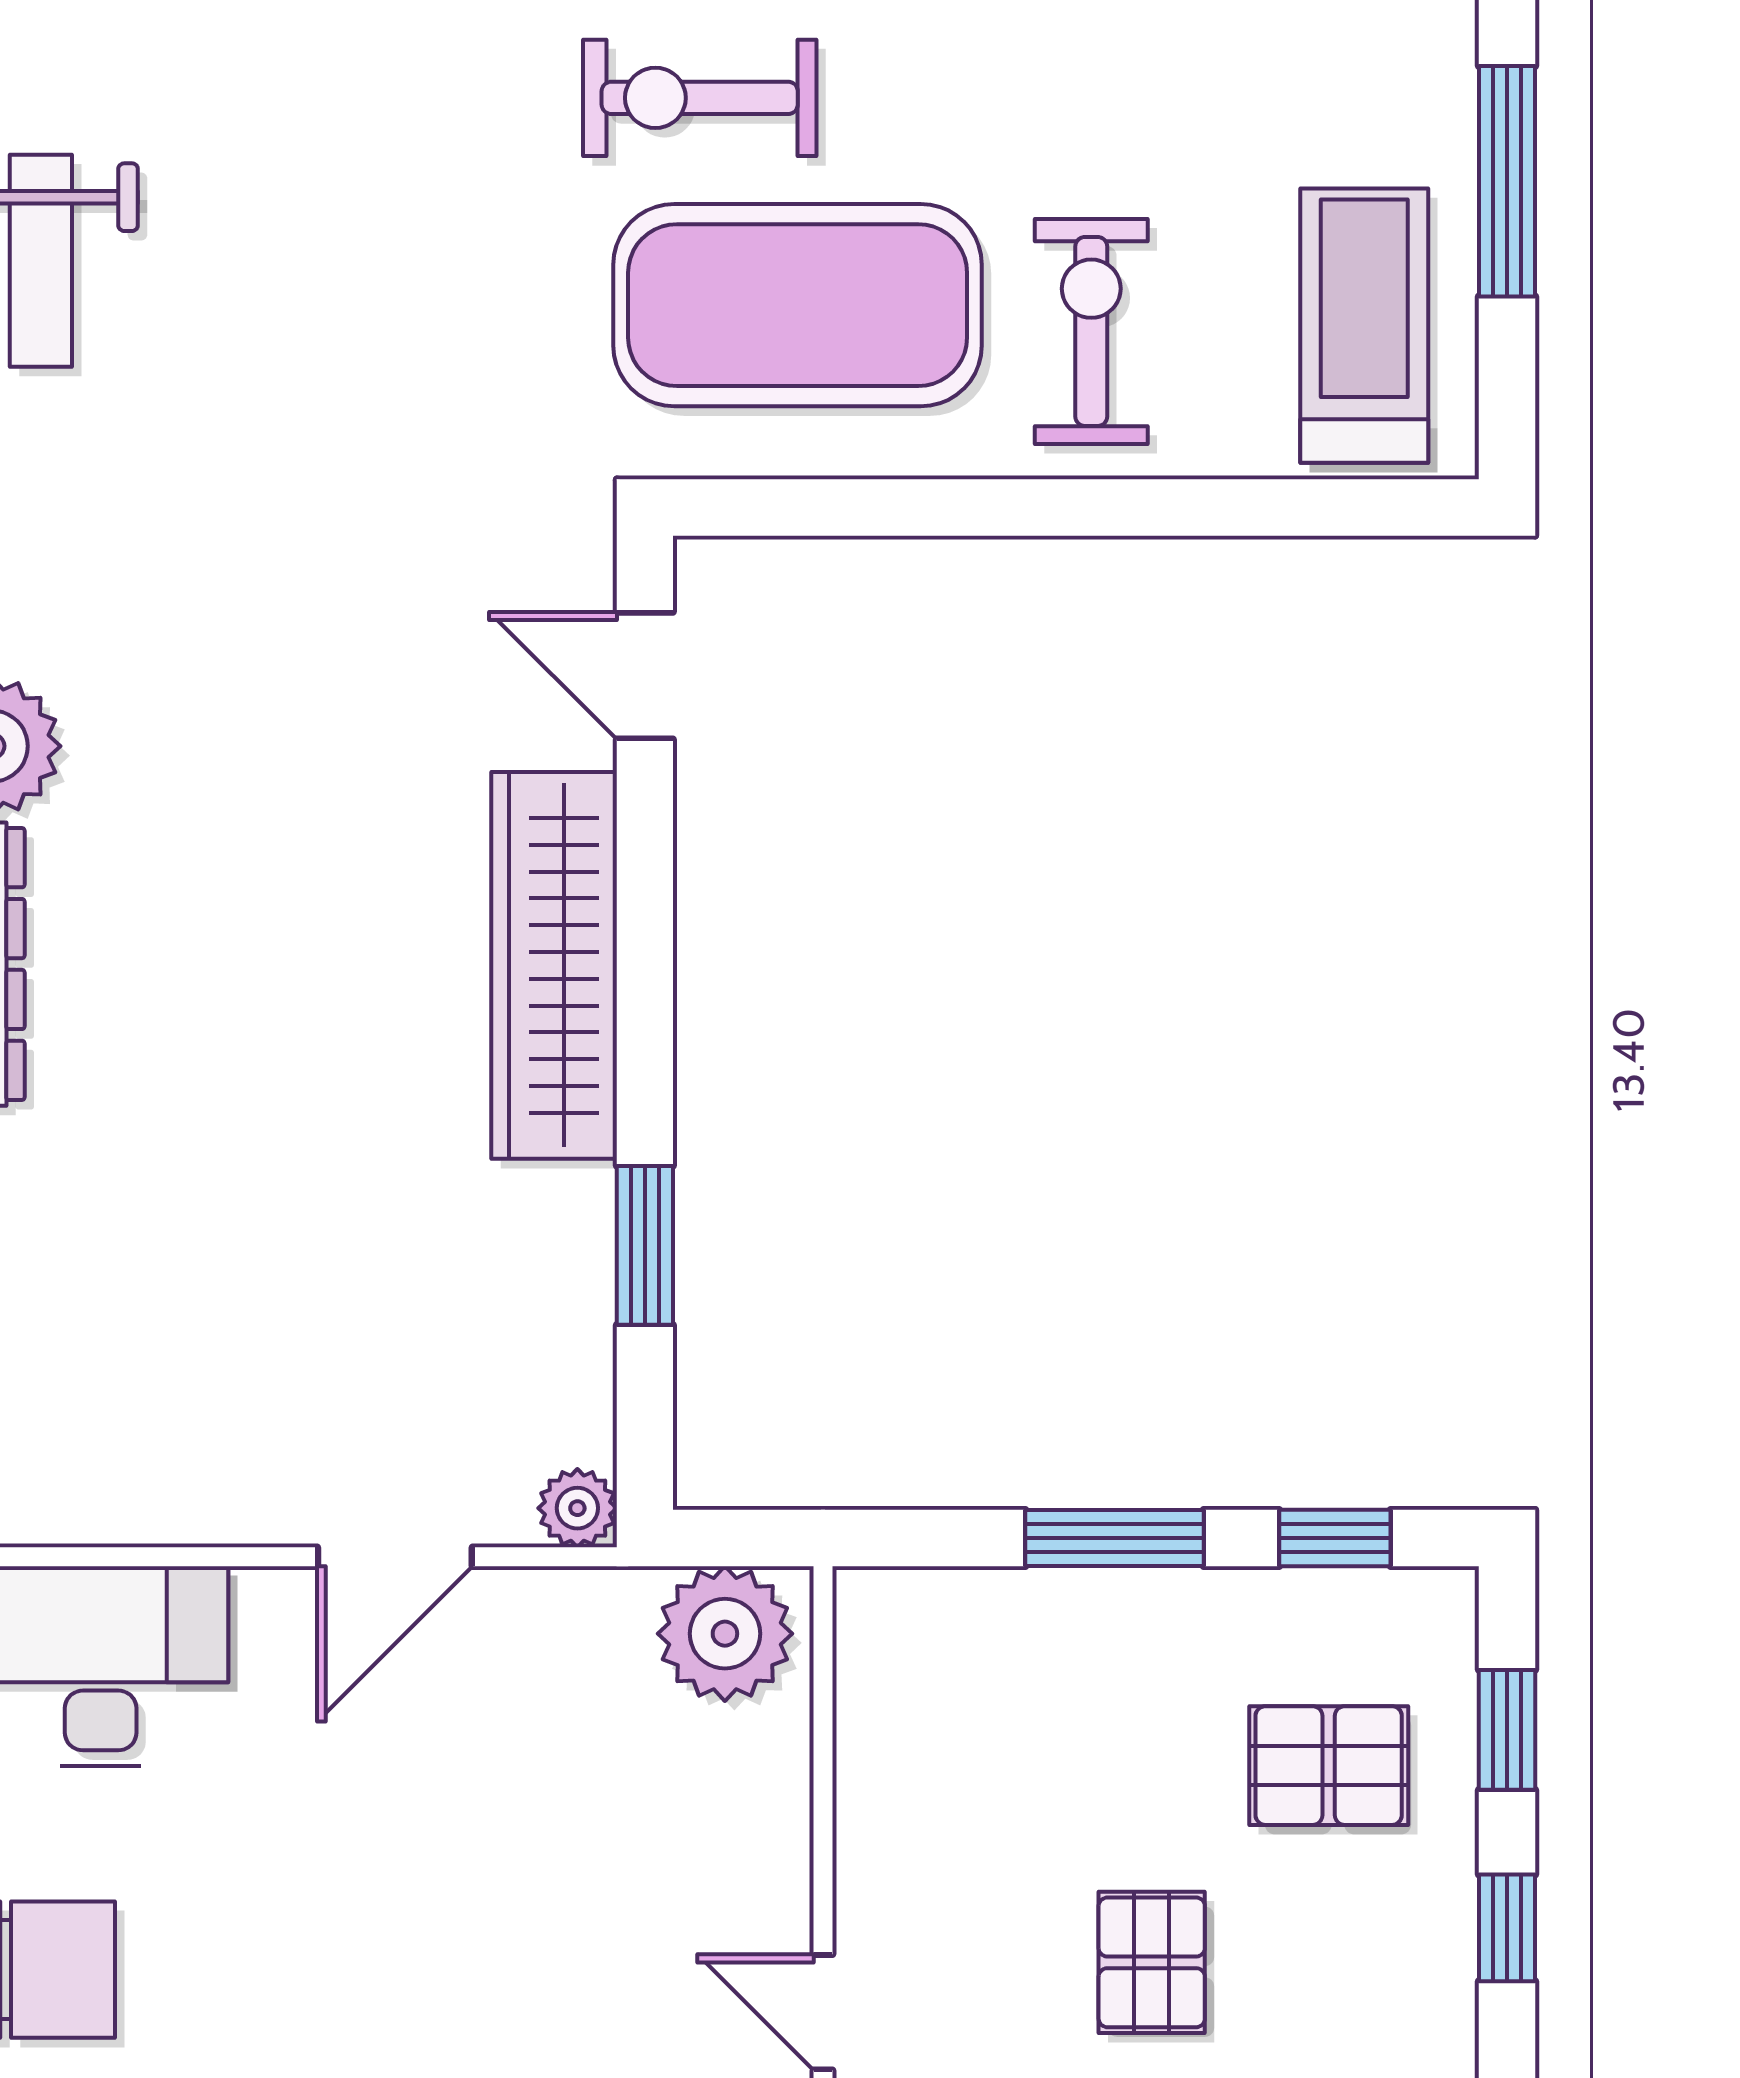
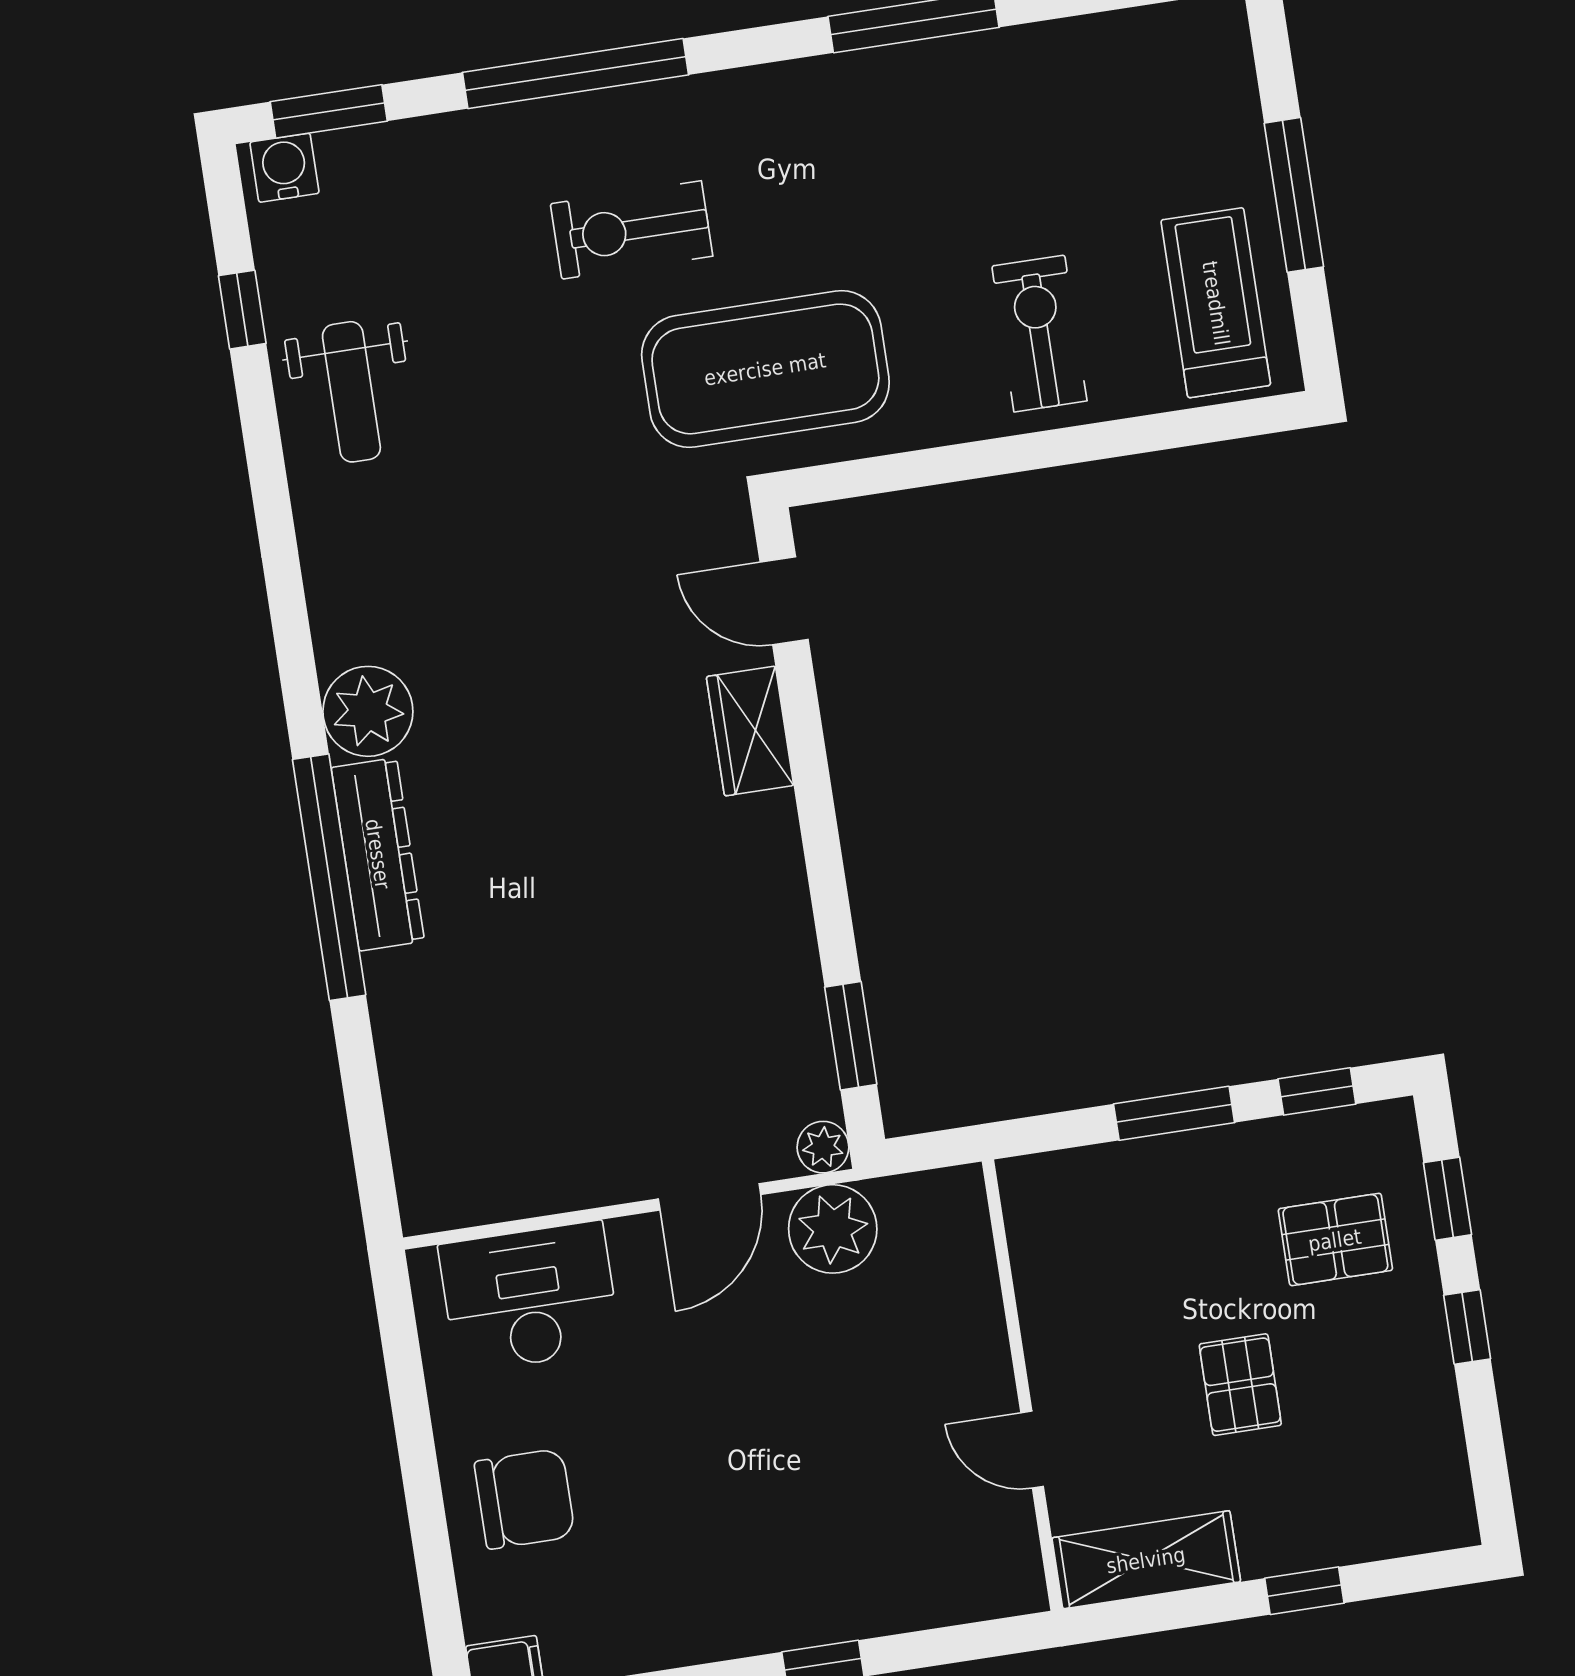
exercise bike: (700, 98) -> (632, 230), moved
exercise mat: (798, 305) -> (765, 369), moved
wardrobe: (554, 965) -> (750, 731), width x0.48, depth x0.85
window: (645, 1245) -> (851, 1036), moved
plant: (725, 1634) -> (833, 1229), moved

